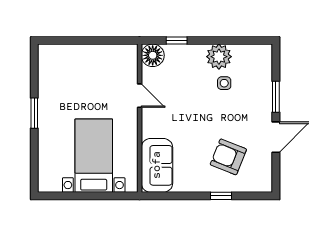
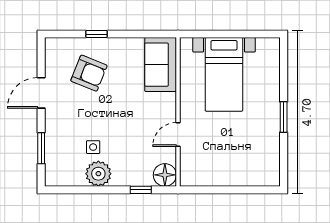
door: (140, 96) -> (178, 135), hinge flipped
window: (276, 97) -> (41, 148), moved

